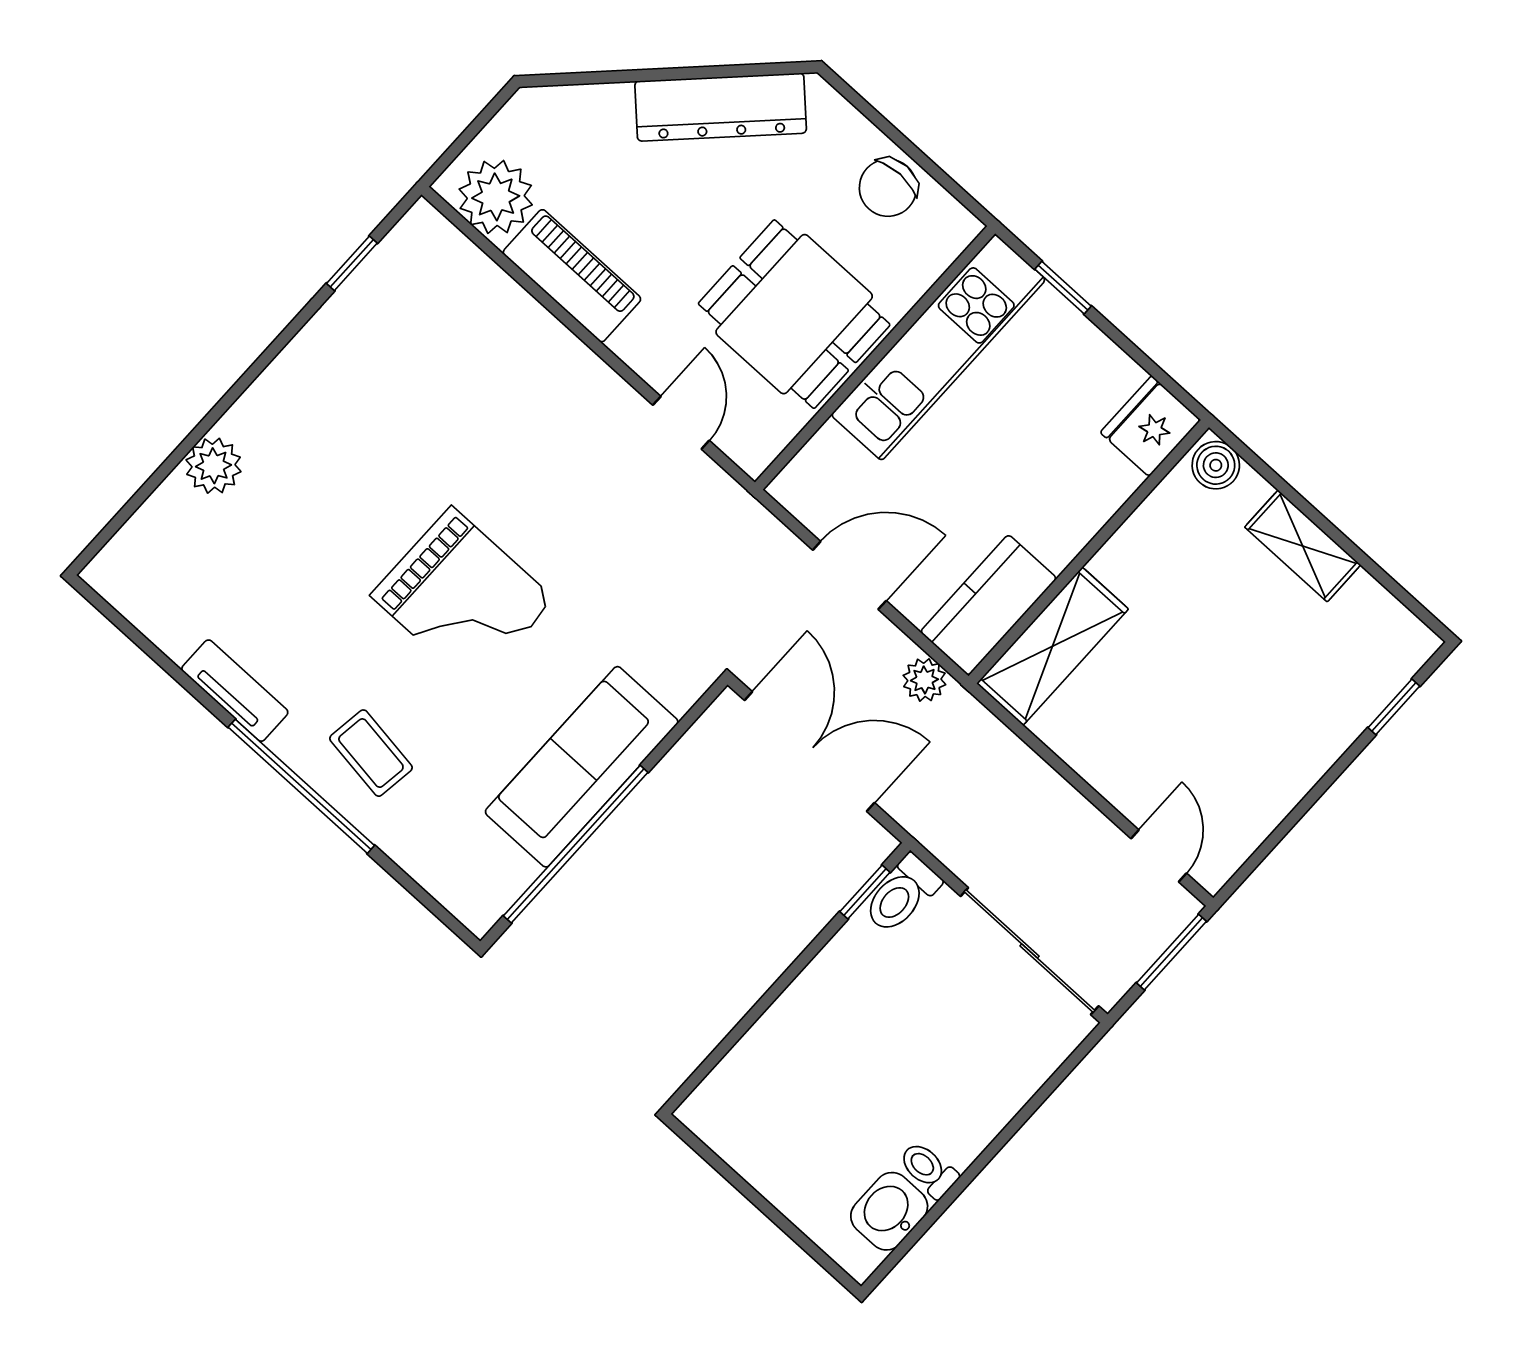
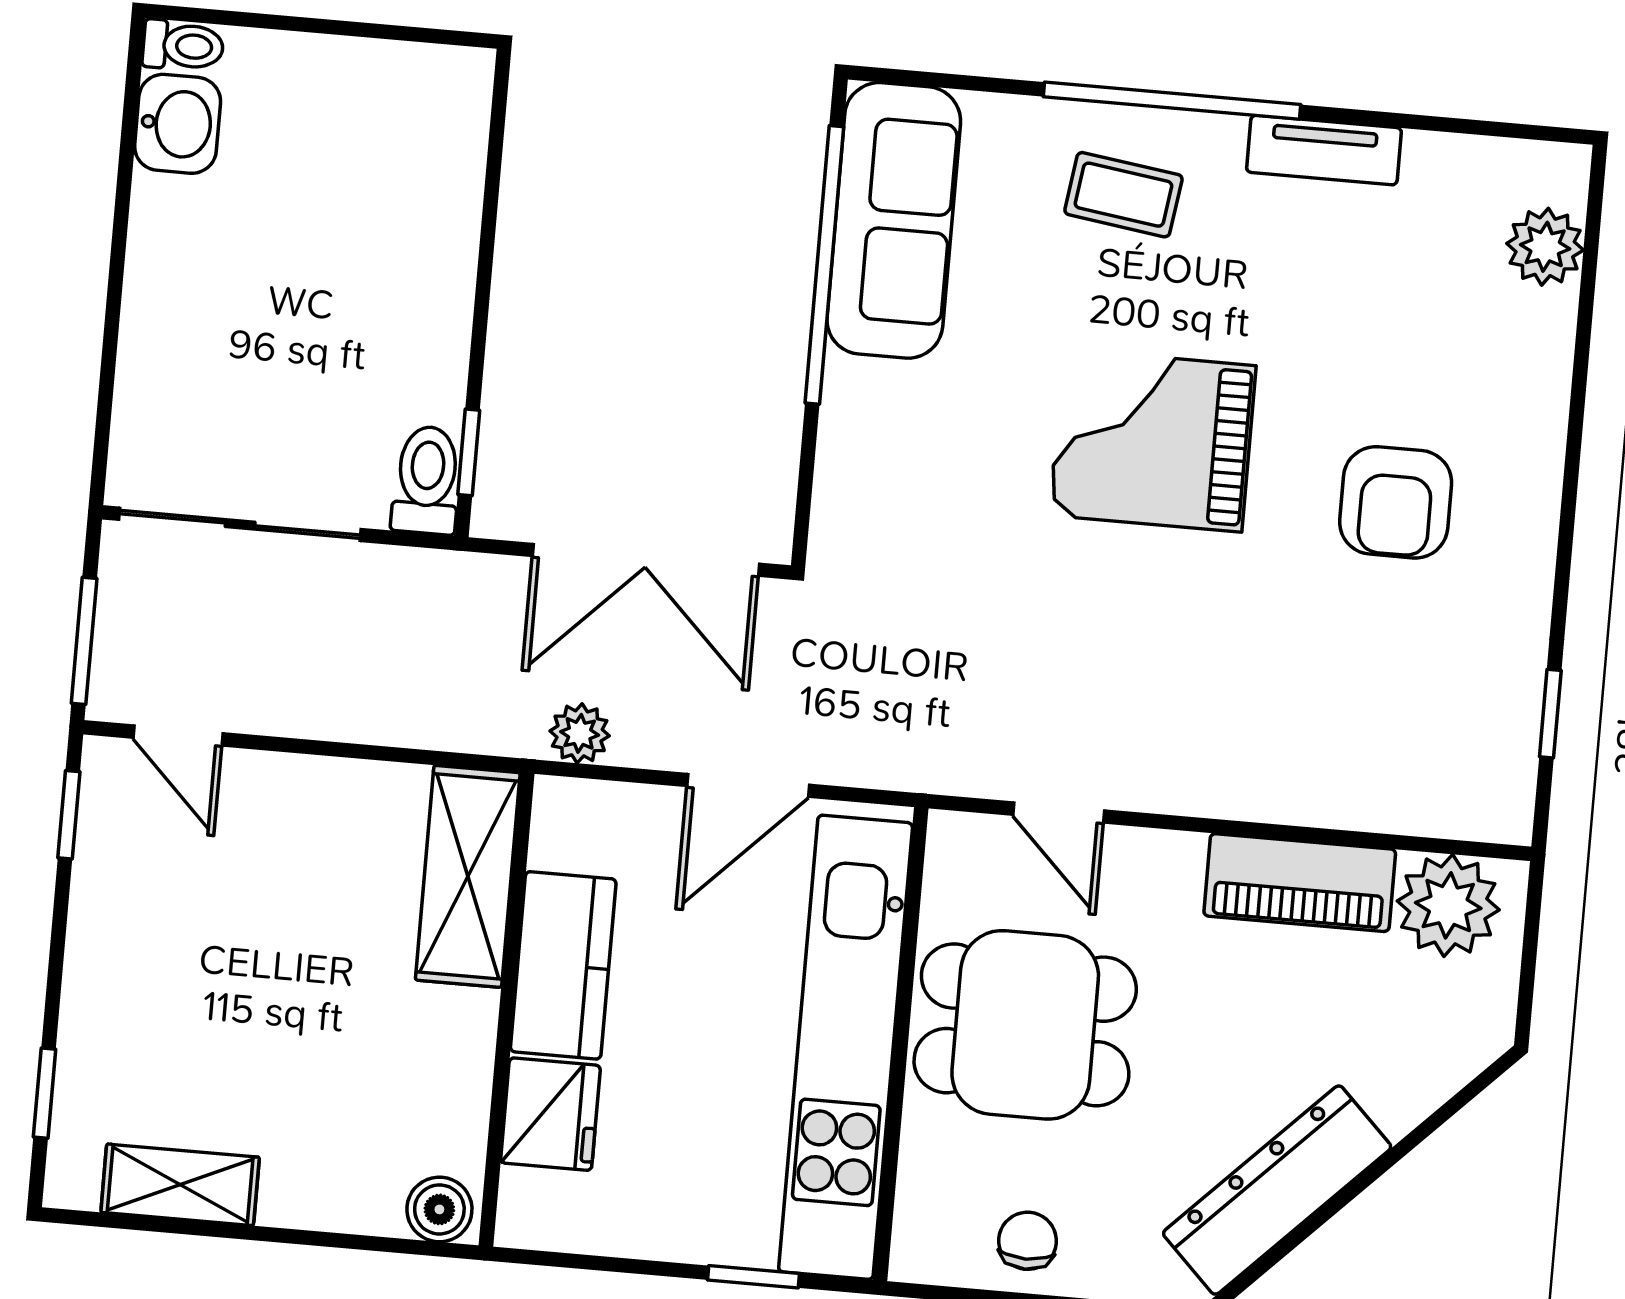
chair: (888, 188) -> (1027, 1241), width x0.73, depth x0.73
kitchen unit: (938, 347) -> (846, 1047), width x1.36
fridge: (1150, 426) -> (550, 1114), moved
armchair: (349, 454) -> (1396, 502), added
plant: (214, 466) -> (1545, 247), moved
shelving: (1303, 546) -> (180, 1185), moved
kitchen counter: (988, 605) -> (563, 965), moved
sofa: (582, 767) -> (894, 220), moved
window: (1257, 858) -> (69, 815), added
toilet: (928, 1170) -> (183, 46), moved

